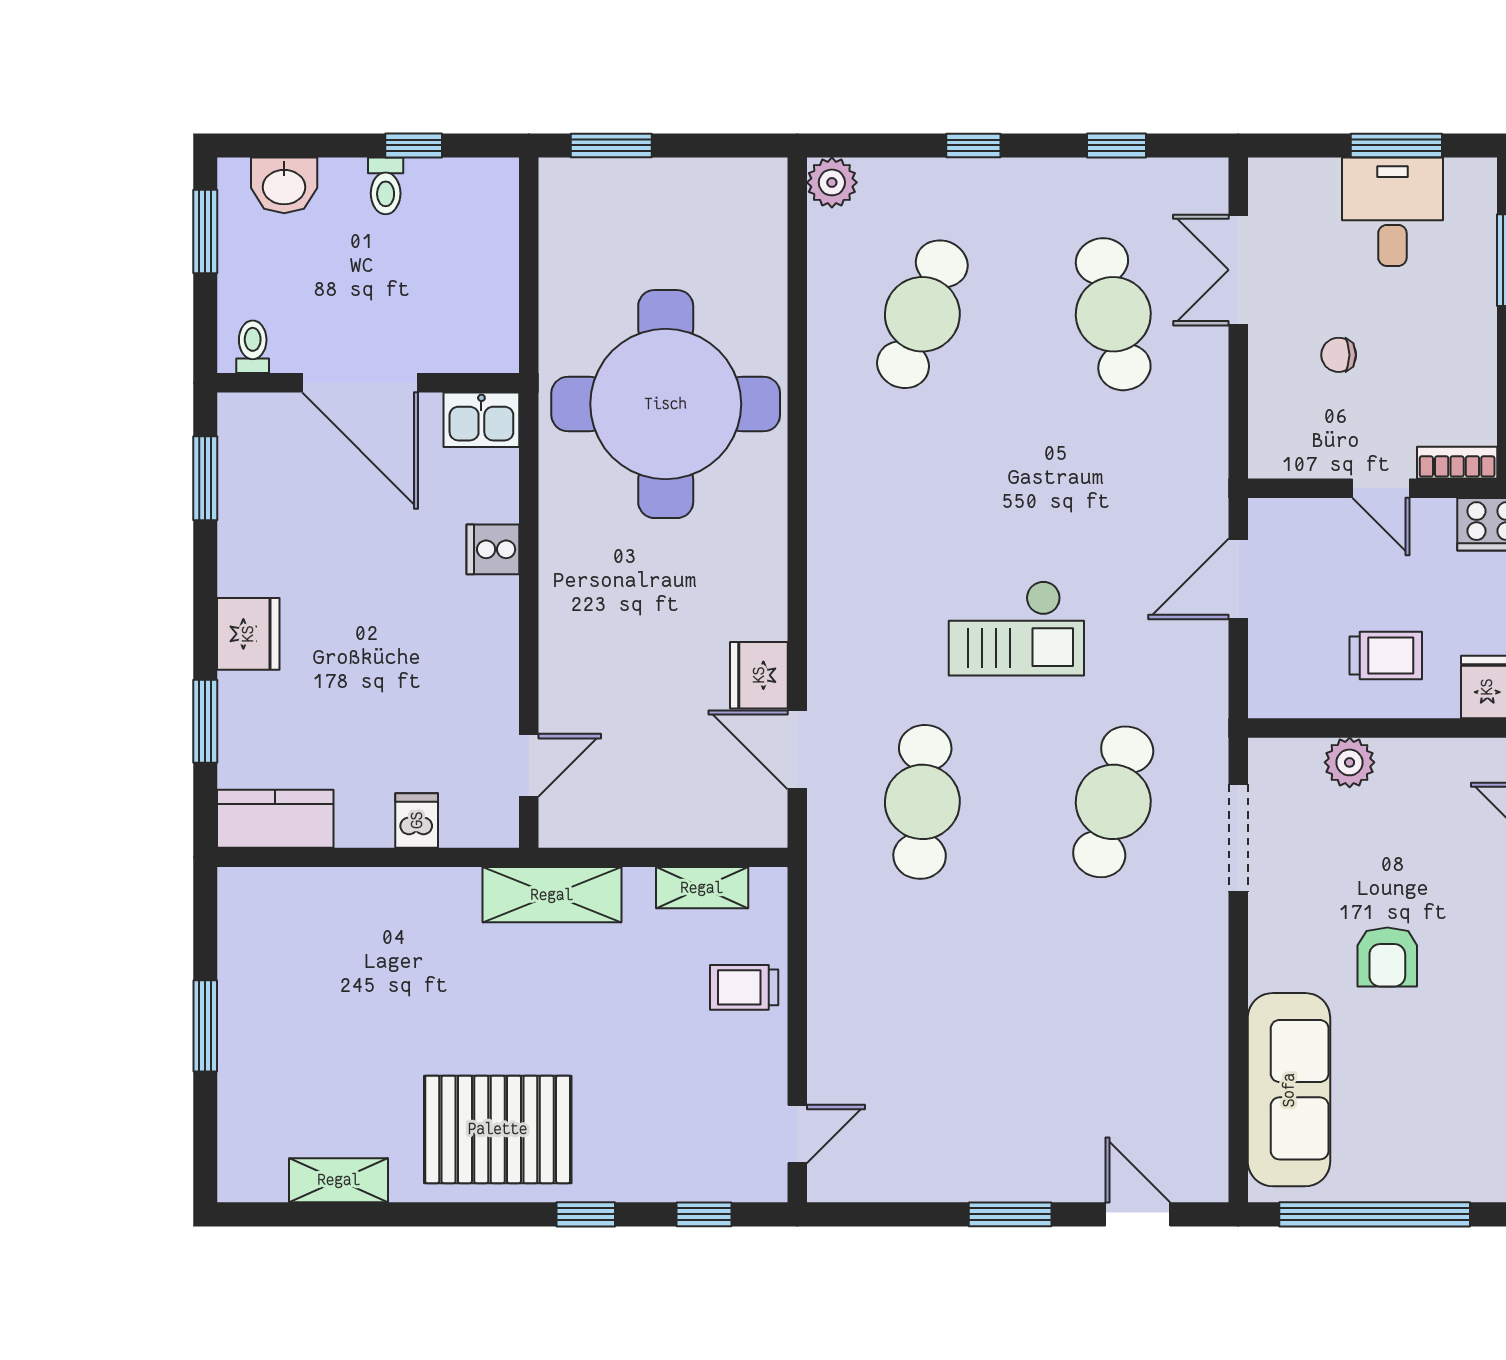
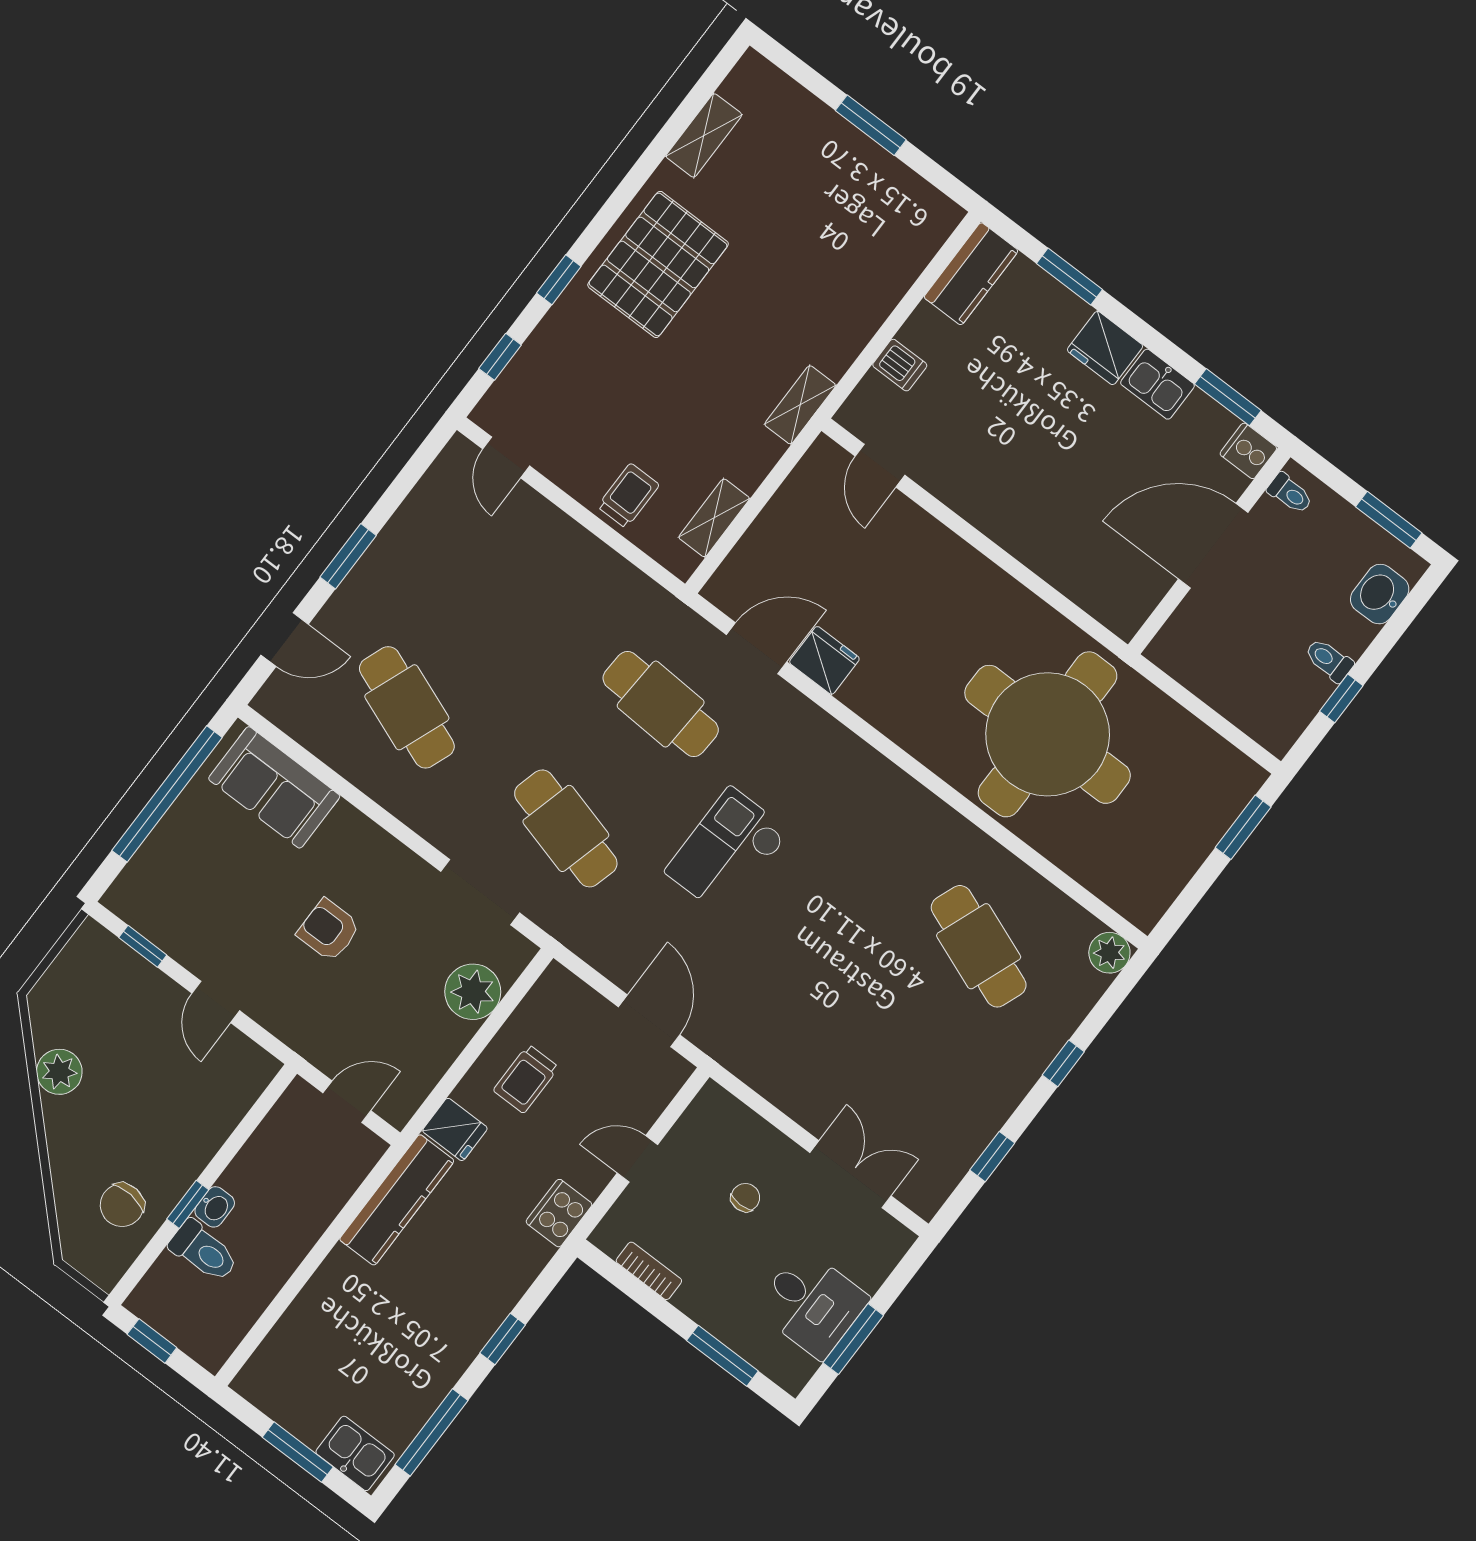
cafe table: (1113, 314) -> (407, 707), moved, turned 33
kitchen sink: (481, 420) -> (1157, 384), moved, turned -90
bookcase: (1457, 463) -> (649, 1271), moved, turned -90
cooker: (493, 549) -> (1248, 451), moved, turned -90
plant: (1350, 762) -> (473, 992), width x1.36, depth x1.36
shelving: (552, 895) -> (800, 405), width x0.67, depth x0.75
sofa: (1289, 1090) -> (274, 787), width x0.73

